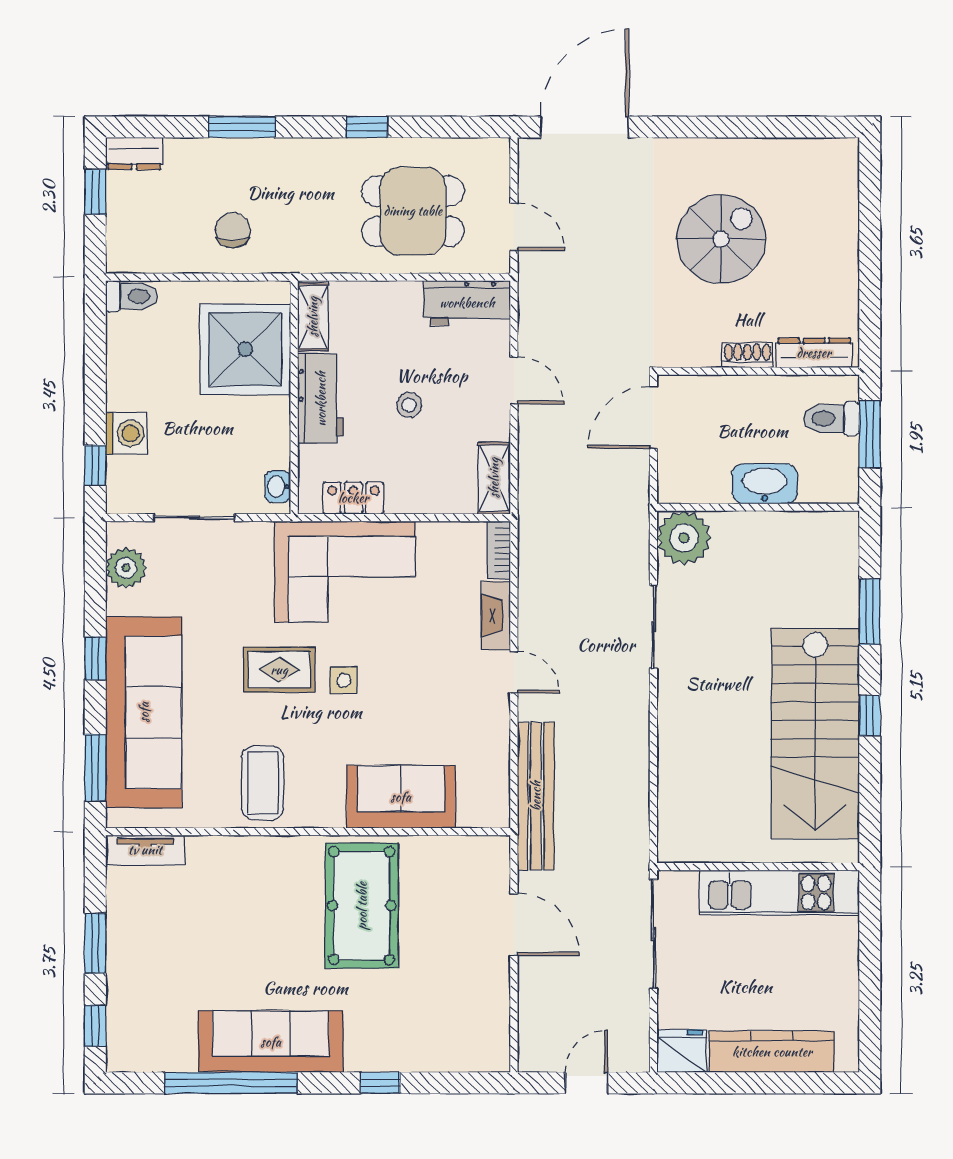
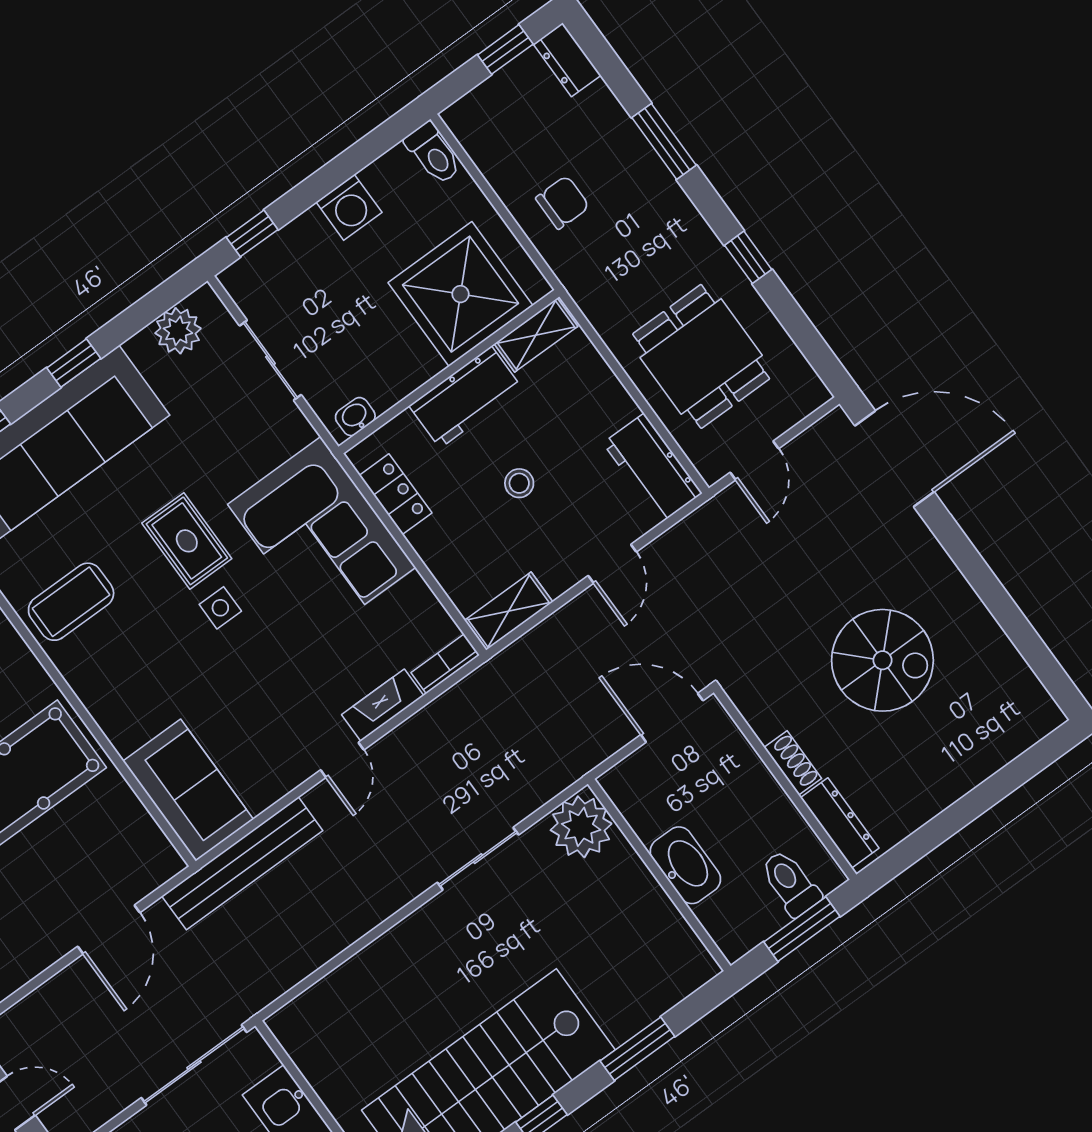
washing machine: (127, 433) -> (349, 207), moved
sofa: (401, 797) -> (188, 790), moved

